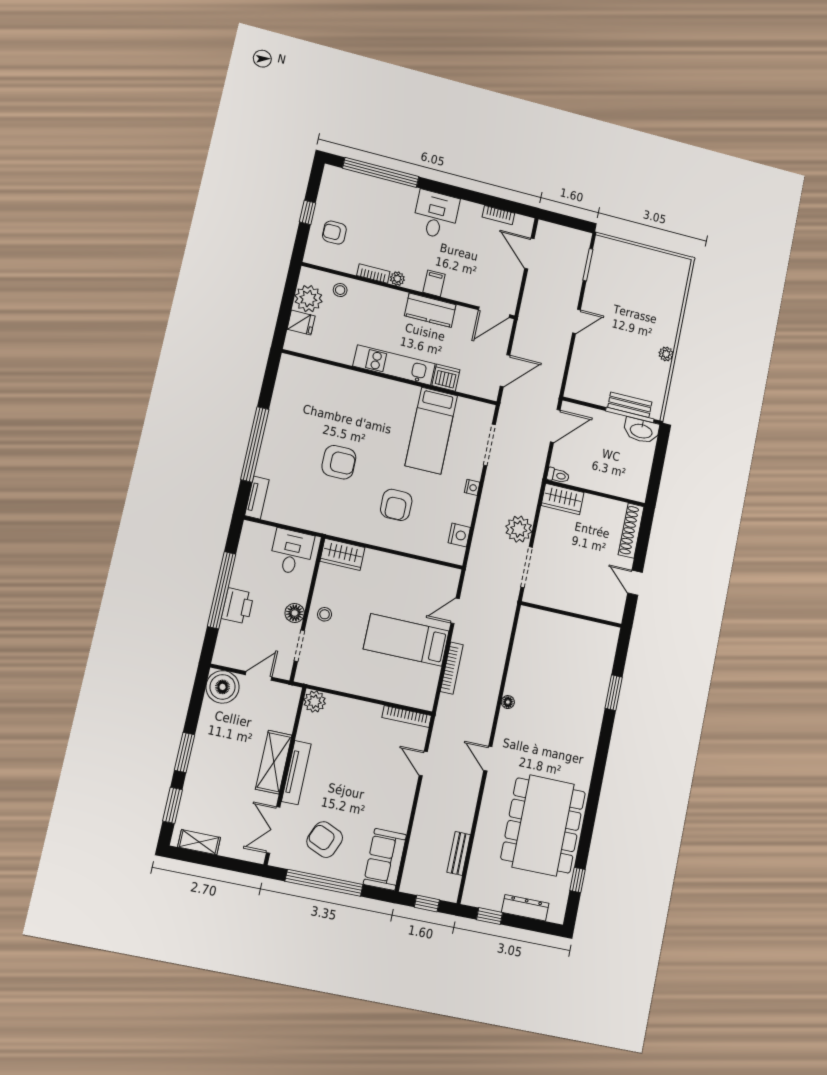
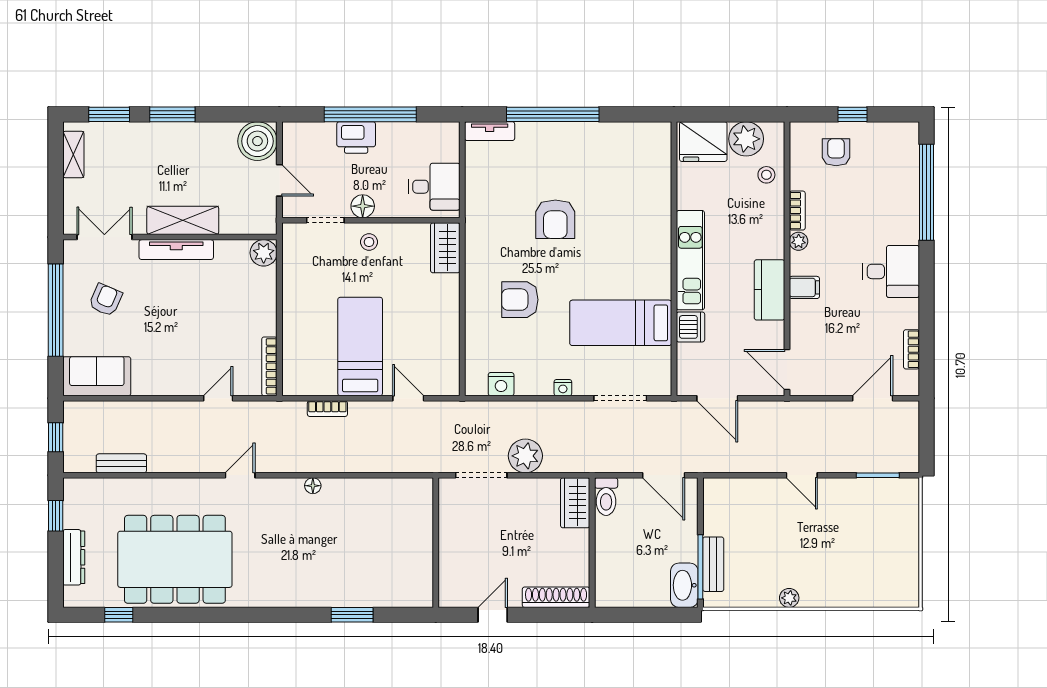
fridge: (301, 323) -> (703, 142), width x1.88, depth x1.34
toilet: (558, 475) -> (606, 497), width x1.37, depth x1.39
bookcase: (452, 668) -> (327, 409), width x0.64
armchair: (325, 840) -> (106, 300), width x0.72, depth x0.72

